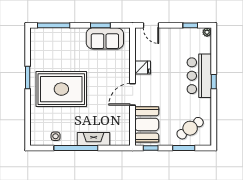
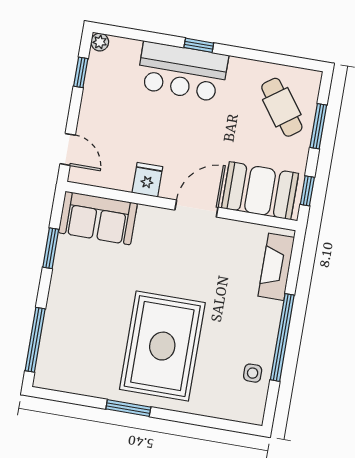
door: (151, 25) -> (68, 149), hinge flipped
sofa: (105, 38) -> (98, 218), moved, turned 90
door: (133, 94) -> (196, 209), swing flipped
fireplace: (94, 139) -> (276, 267), moved

